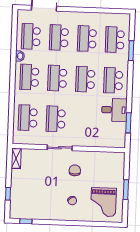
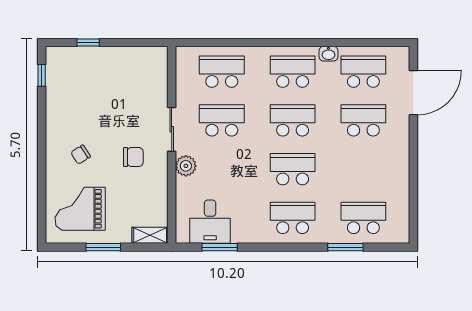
school desk: (87, 39) -> (363, 169), removed
desk: (114, 110) -> (210, 222), moved
plant: (81, 140) -> (186, 166), added
shelving: (16, 158) -> (150, 235), moved

